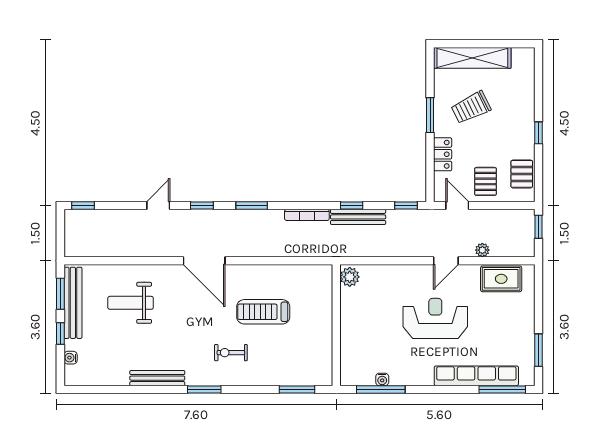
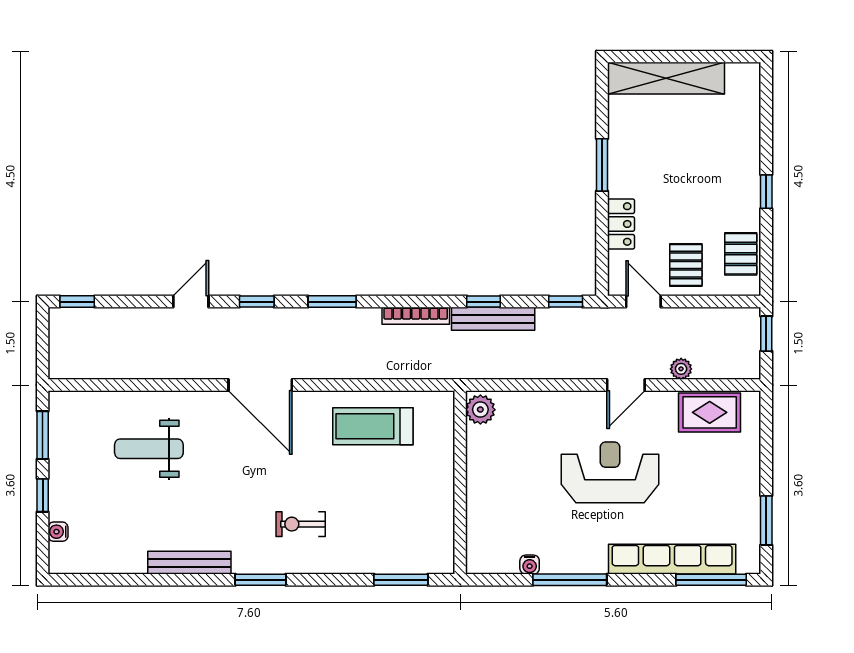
trolley: (471, 107) -> (664, 153), removed
bench: (73, 303) -> (62, 449), removed
treadmill: (263, 312) -> (373, 426), moved
window: (381, 389) -> (570, 580), moved

